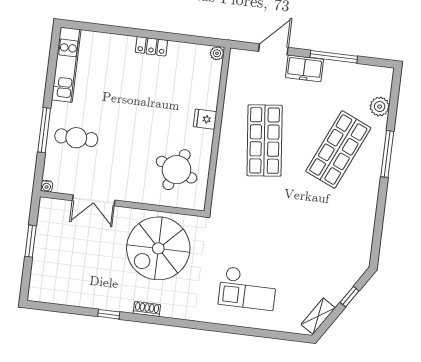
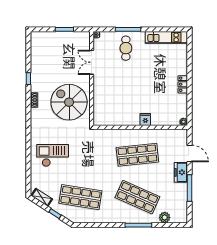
round table: (177, 170) -> (115, 107), removed
shop shelf: (326, 249) -> (80, 197), added
checkout: (248, 288) -> (53, 155), turned 90

